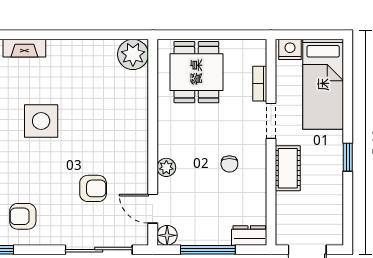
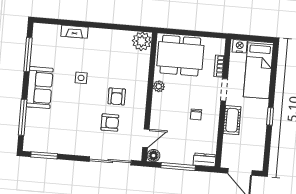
dining table: (196, 72) -> (180, 56), width x1.38
side table: (41, 121) -> (81, 78), width x0.54, depth x0.54
plant: (166, 167) -> (159, 86), moved
door: (153, 209) -> (146, 138), swing flipped
armchair: (23, 216) -> (117, 96), moved, turned -90

